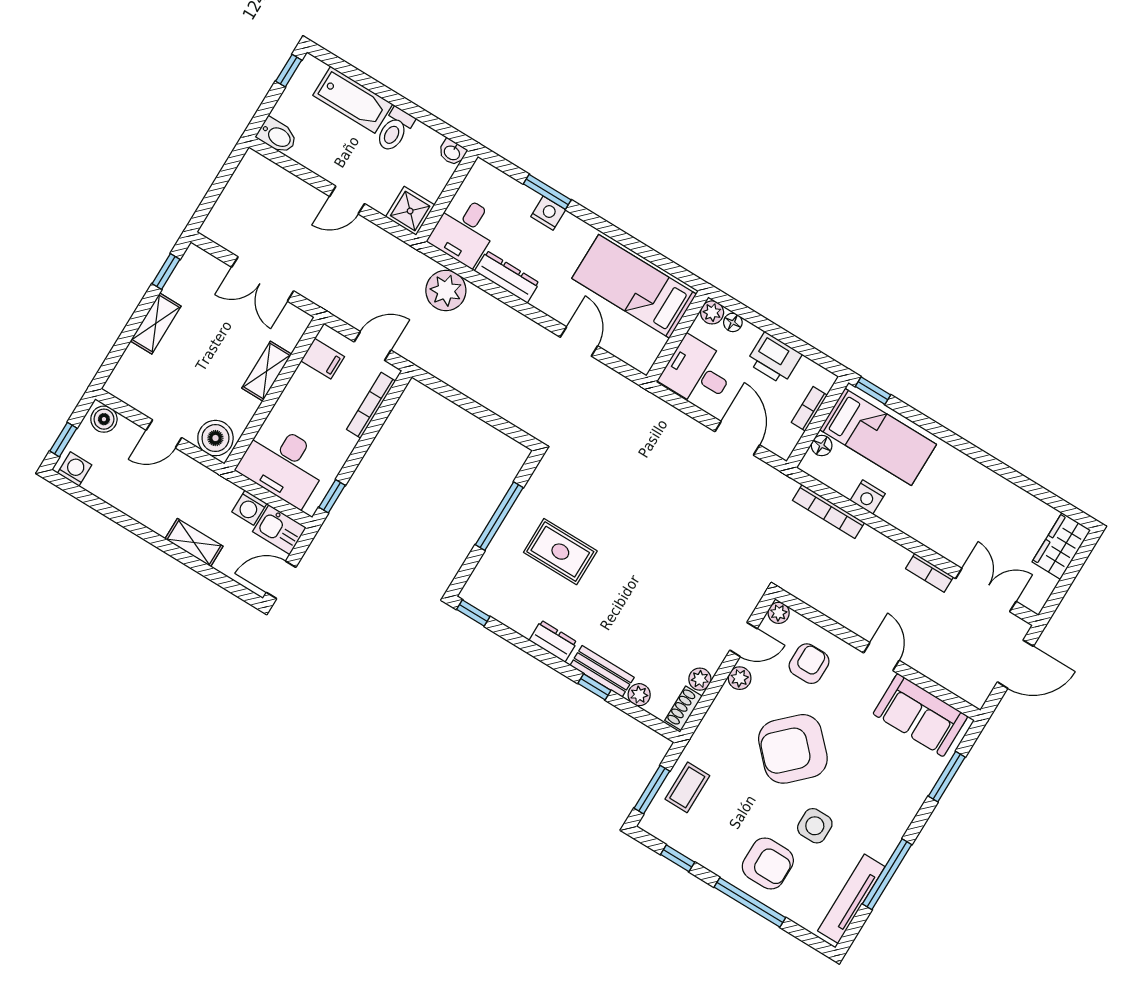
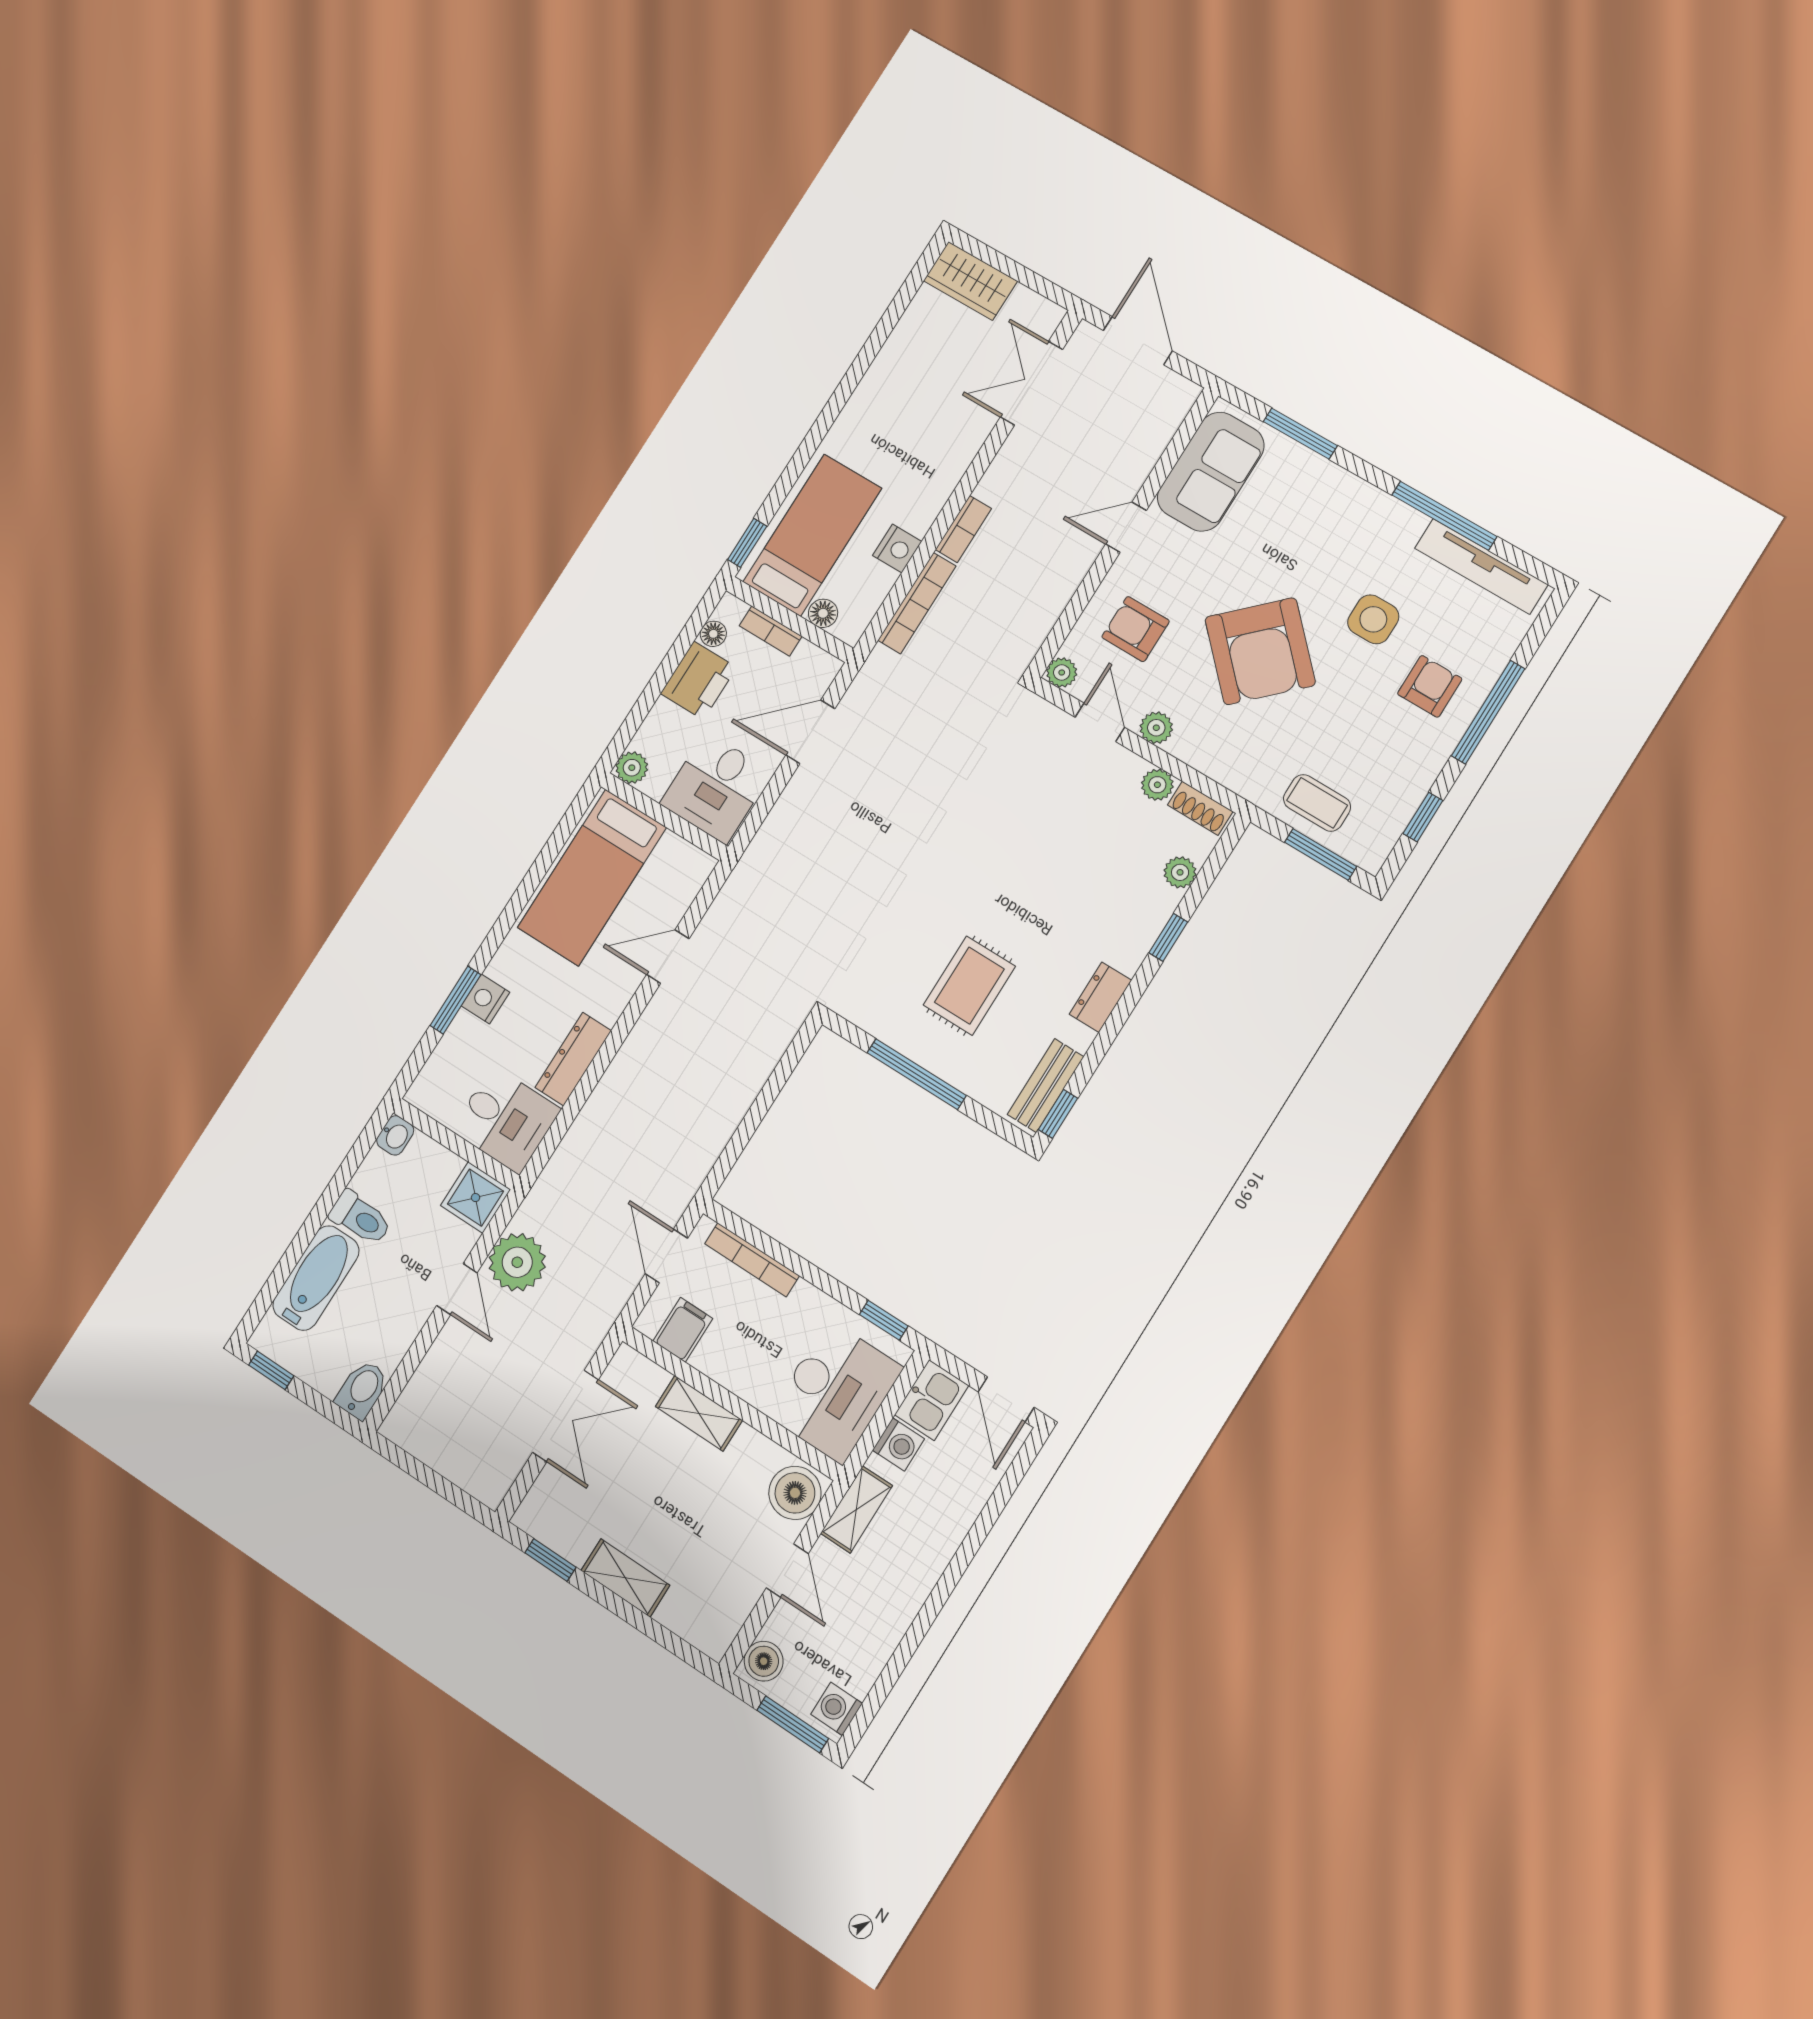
plant: (446, 290) -> (517, 1262), moved
floor lamp: (733, 322) -> (713, 634), moved
window: (63, 440) -> (793, 1724), width x1.50
shelving: (194, 543) -> (856, 1509), moved
bookcase: (930, 573) -> (963, 529), moved
bench: (602, 671) -> (1046, 1086), moved
armchair: (768, 863) -> (1430, 686), width x0.72, depth x0.72

